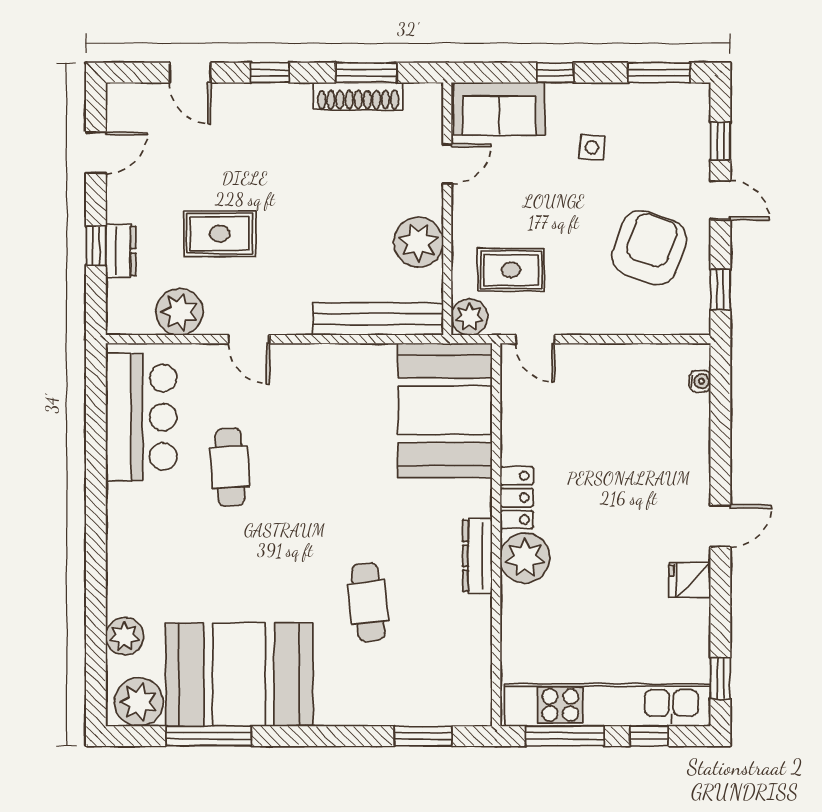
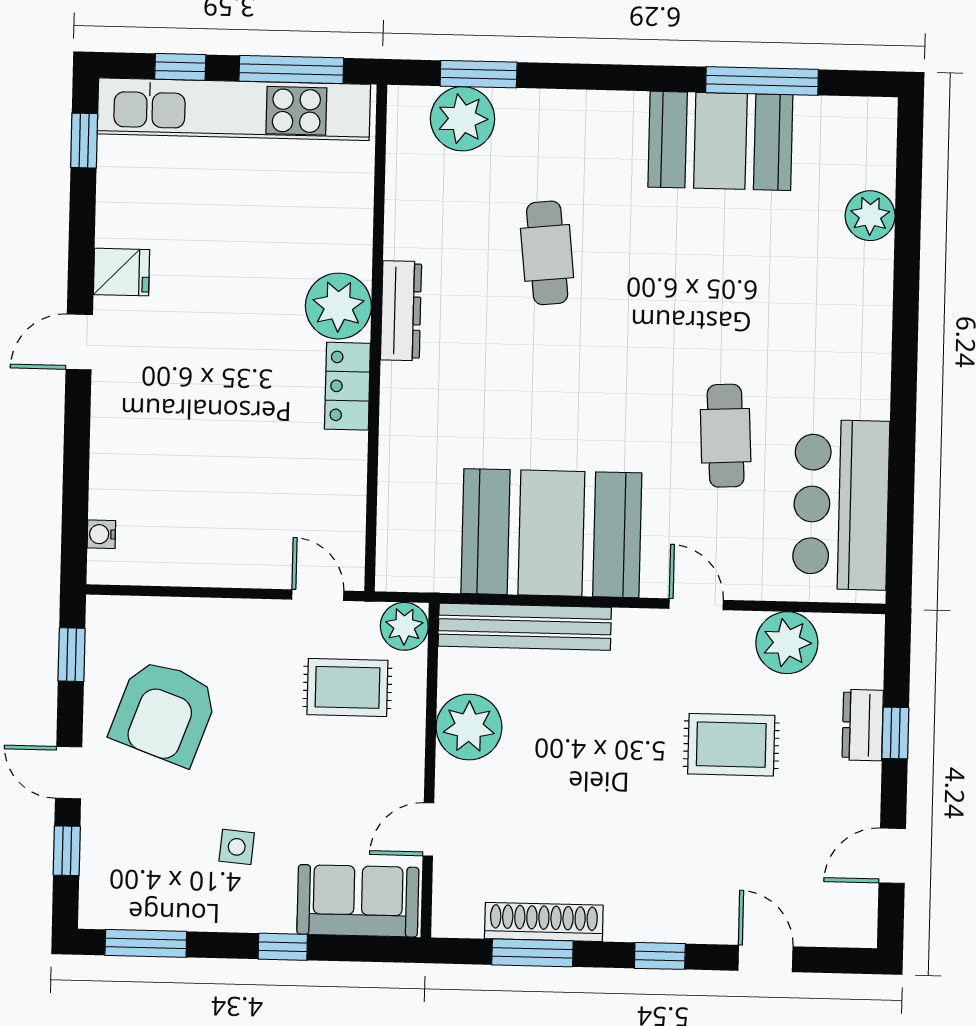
booth: (445, 410) -> (551, 533), moved, turned 90
booth: (239, 675) -> (720, 141), width x0.73, depth x0.70
plant: (139, 702) -> (463, 119), moved

